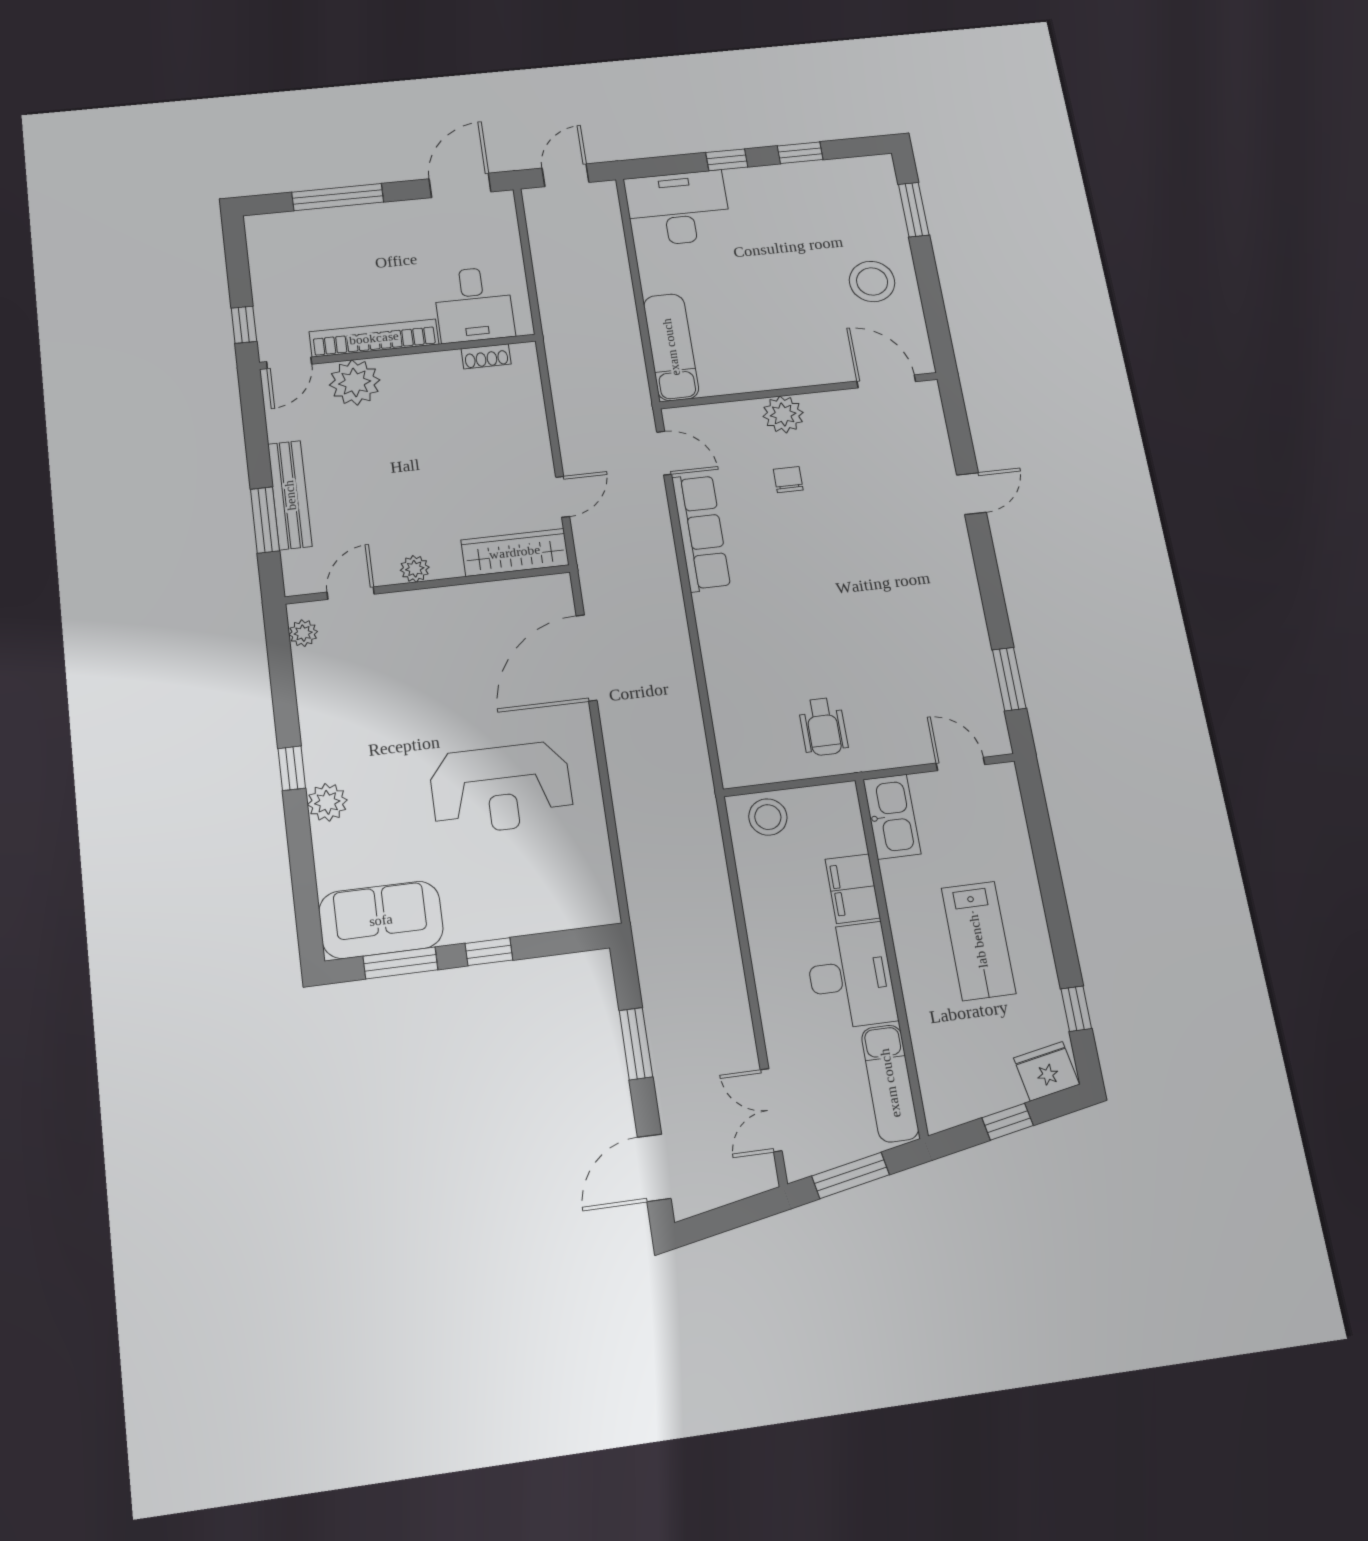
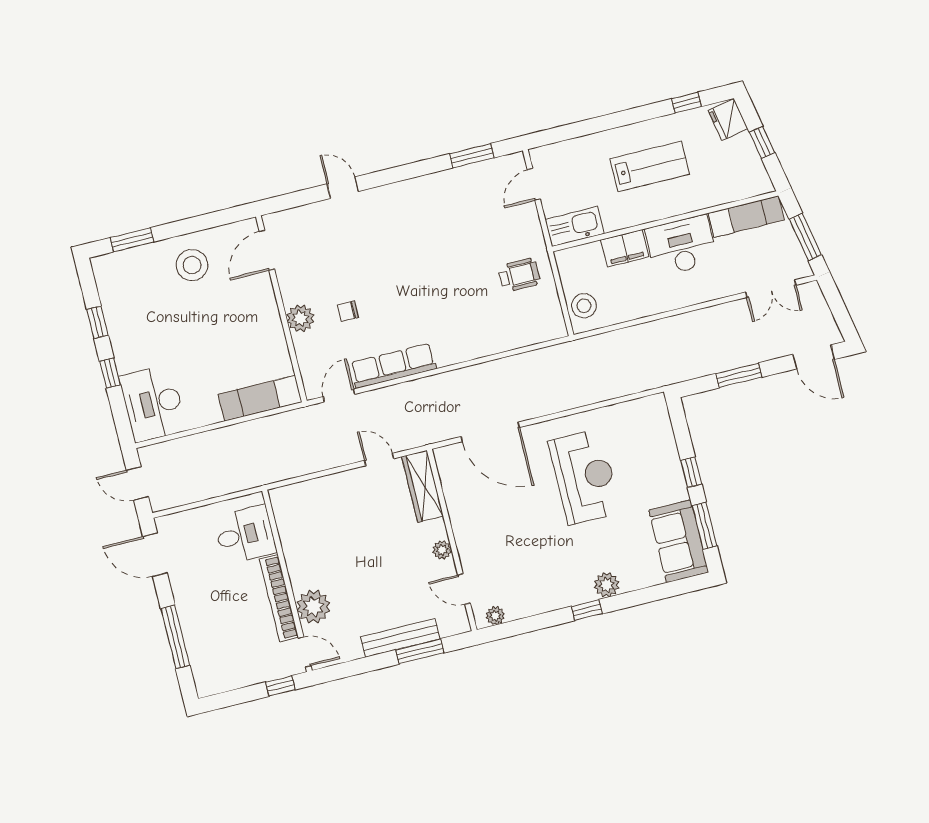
shoe rack: (486, 356) -> (283, 522), removed

